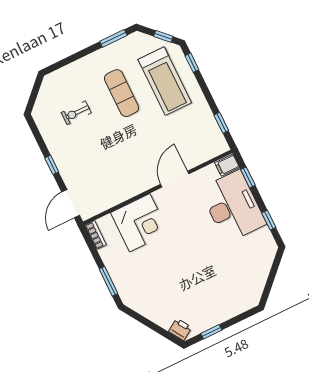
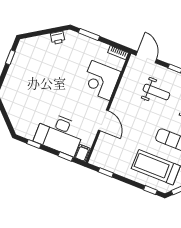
weight bench: (93, 158) -> (156, 92), added
printer: (180, 329) -> (58, 38), moved

